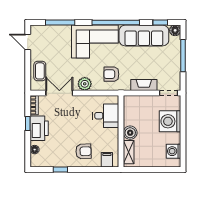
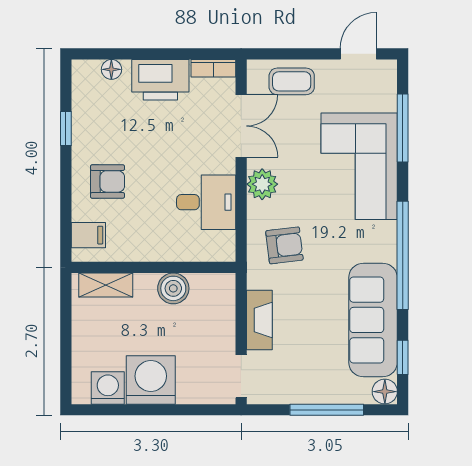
corner sofa: (95, 42) -> (359, 166), moved
armchair: (111, 74) -> (284, 245), turned 83
desk: (106, 116) -> (206, 202), moved, turned -90
washing machine: (170, 121) -> (151, 380), moved
window: (28, 124) -> (171, 54), removed
boiler: (130, 133) -> (173, 288), moved
armchair: (84, 151) -> (108, 181), turned -88

